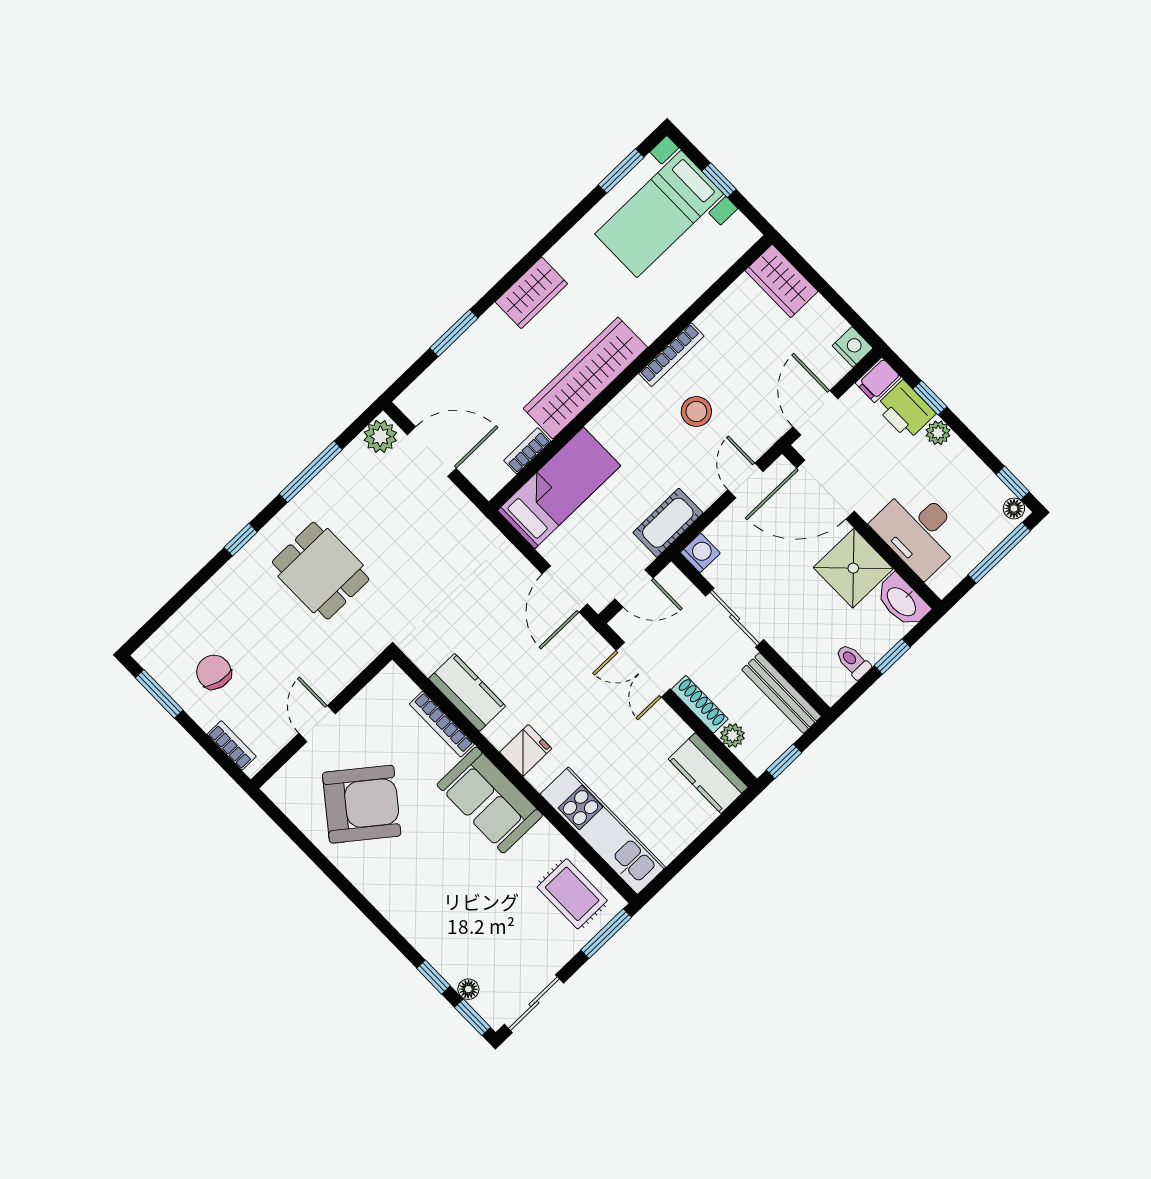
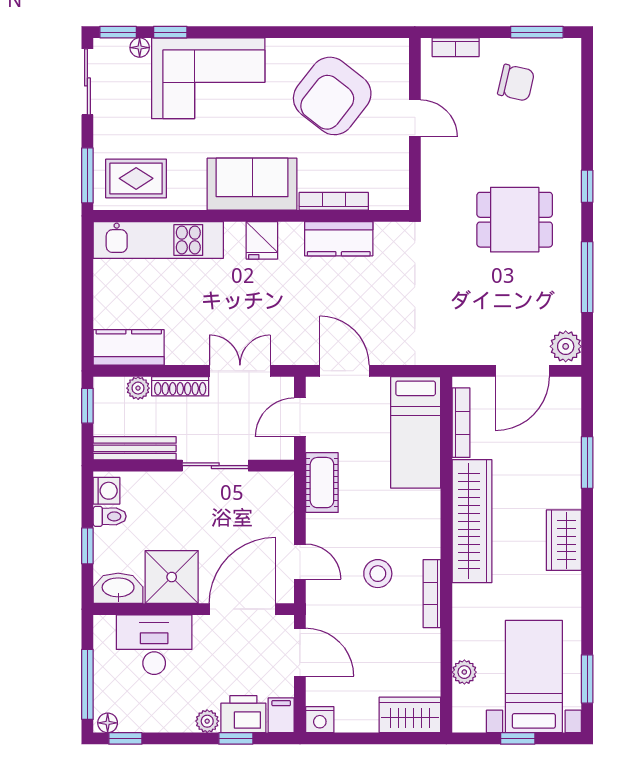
plant: (708, 271) -> (464, 672), added
bookcase: (527, 451) -> (461, 423), width x1.56
washing machine: (700, 553) -> (107, 491), moved, turned -90
corner sofa: (441, 913) -> (208, 78), added

